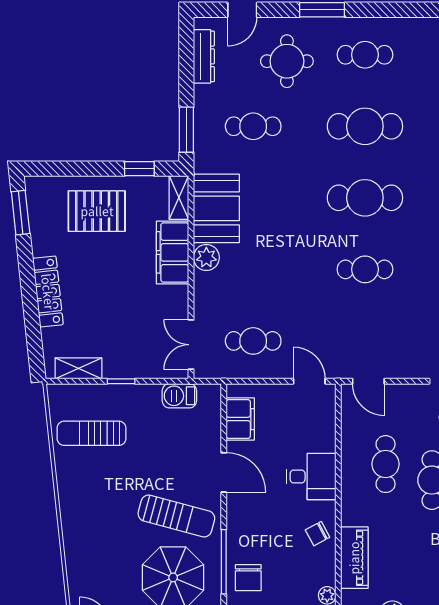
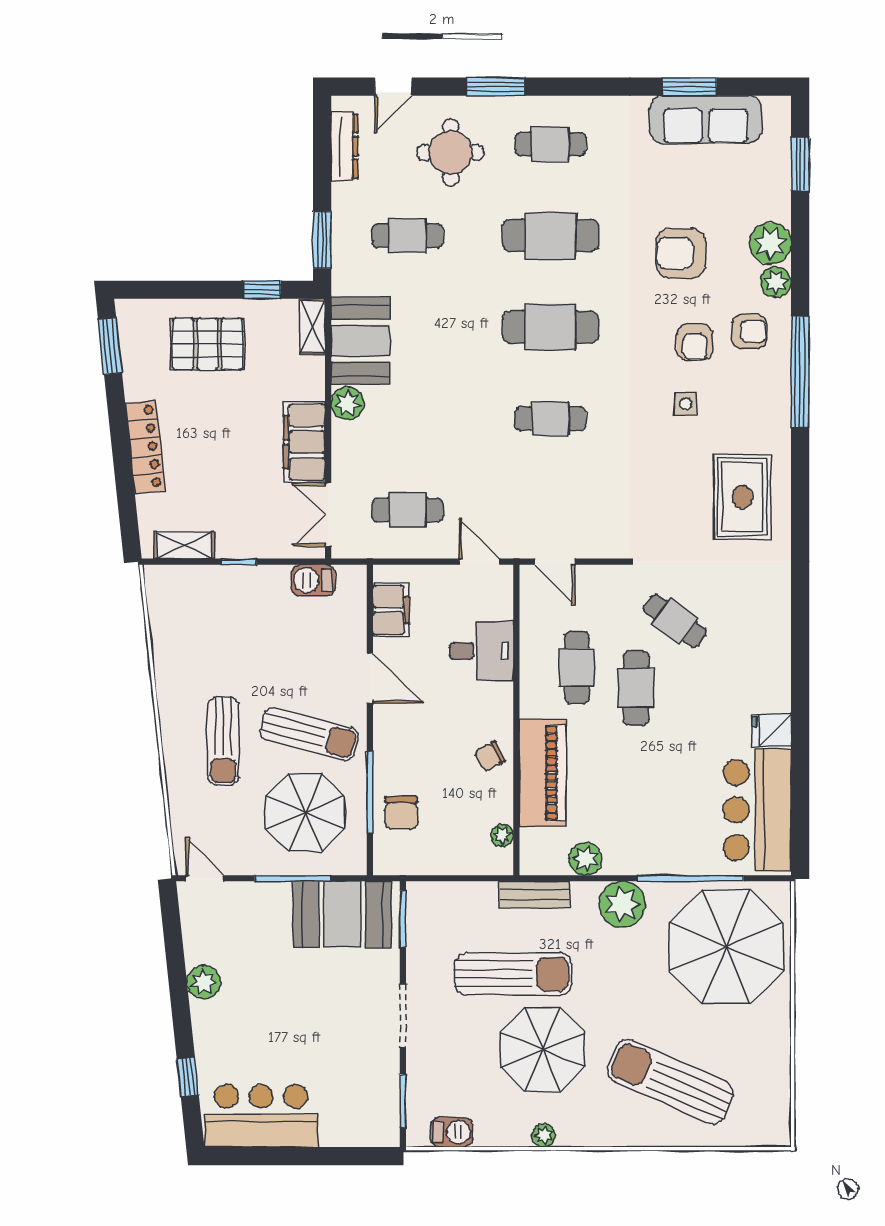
filing cabinet: (173, 252) -> (304, 442), moved
sun lounger: (91, 433) -> (223, 741), moved, turned -90
desk: (311, 477) -> (481, 651), moved
piano: (354, 558) -> (543, 773), width x1.37, depth x1.33

